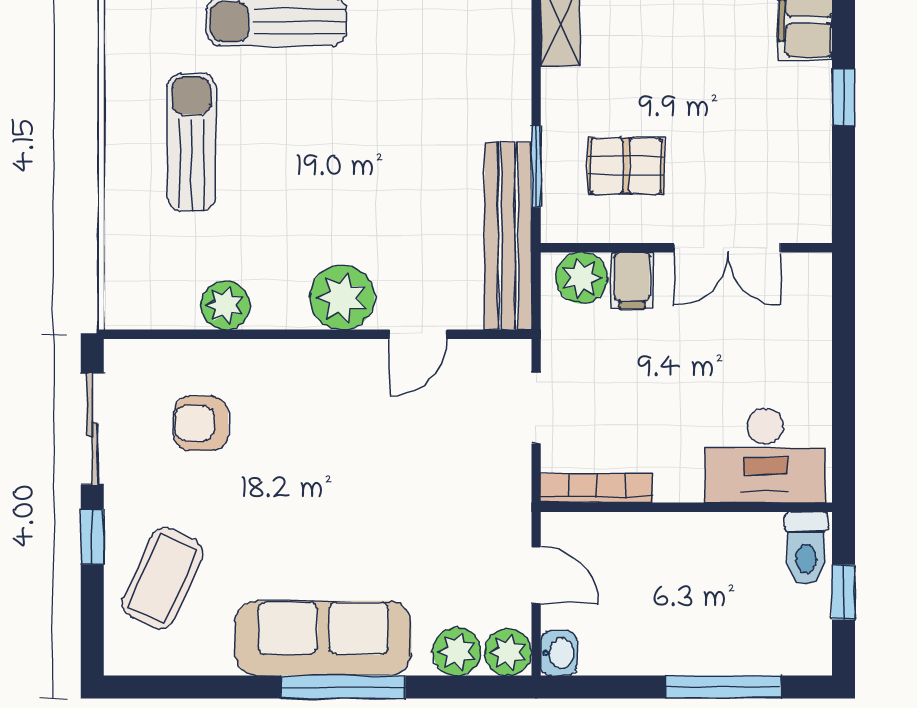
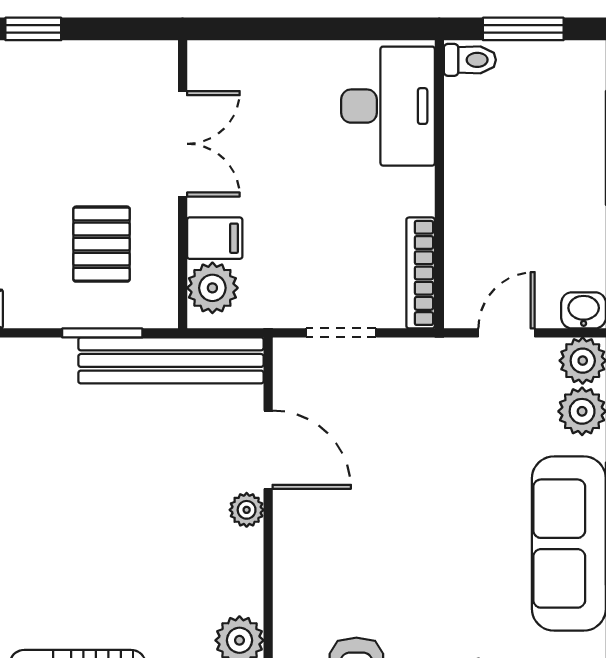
plant: (342, 297) -> (247, 510), width x0.53, depth x0.53
door: (418, 334) -> (268, 450), width x1.38
toilet: (806, 548) -> (470, 60), width x0.73, depth x0.72
window: (843, 592) -> (523, 29), width x1.50

